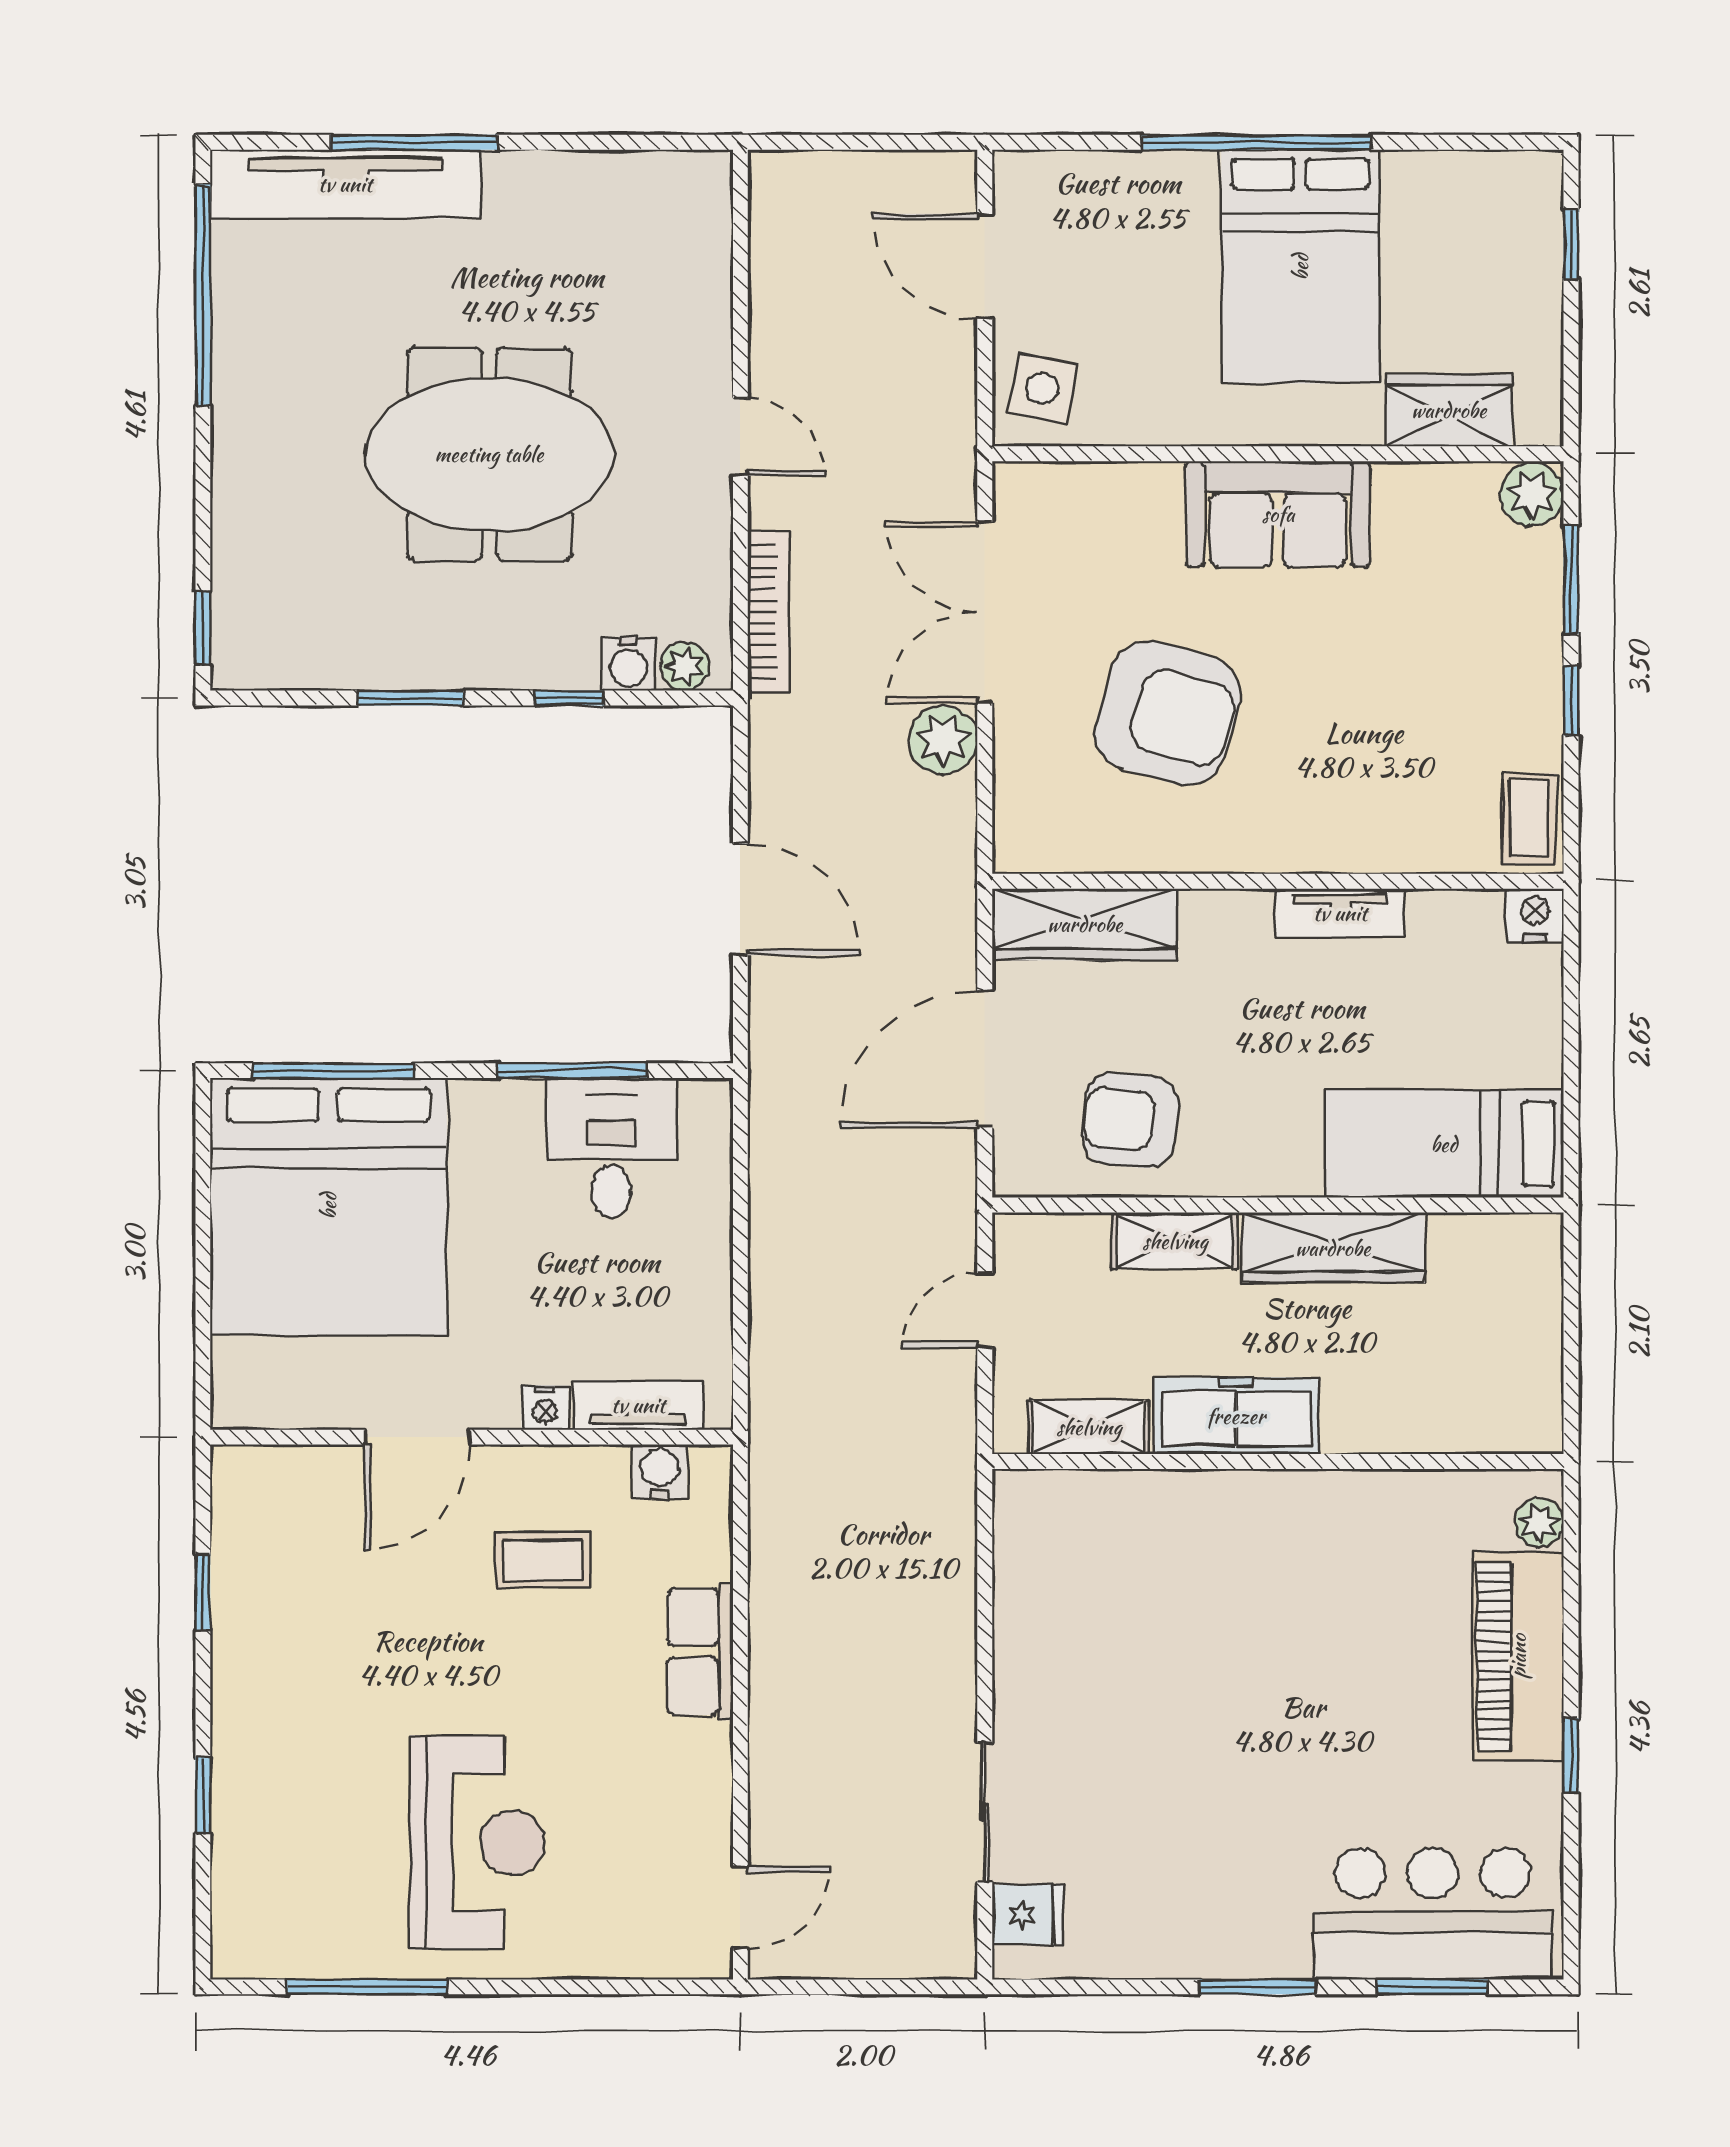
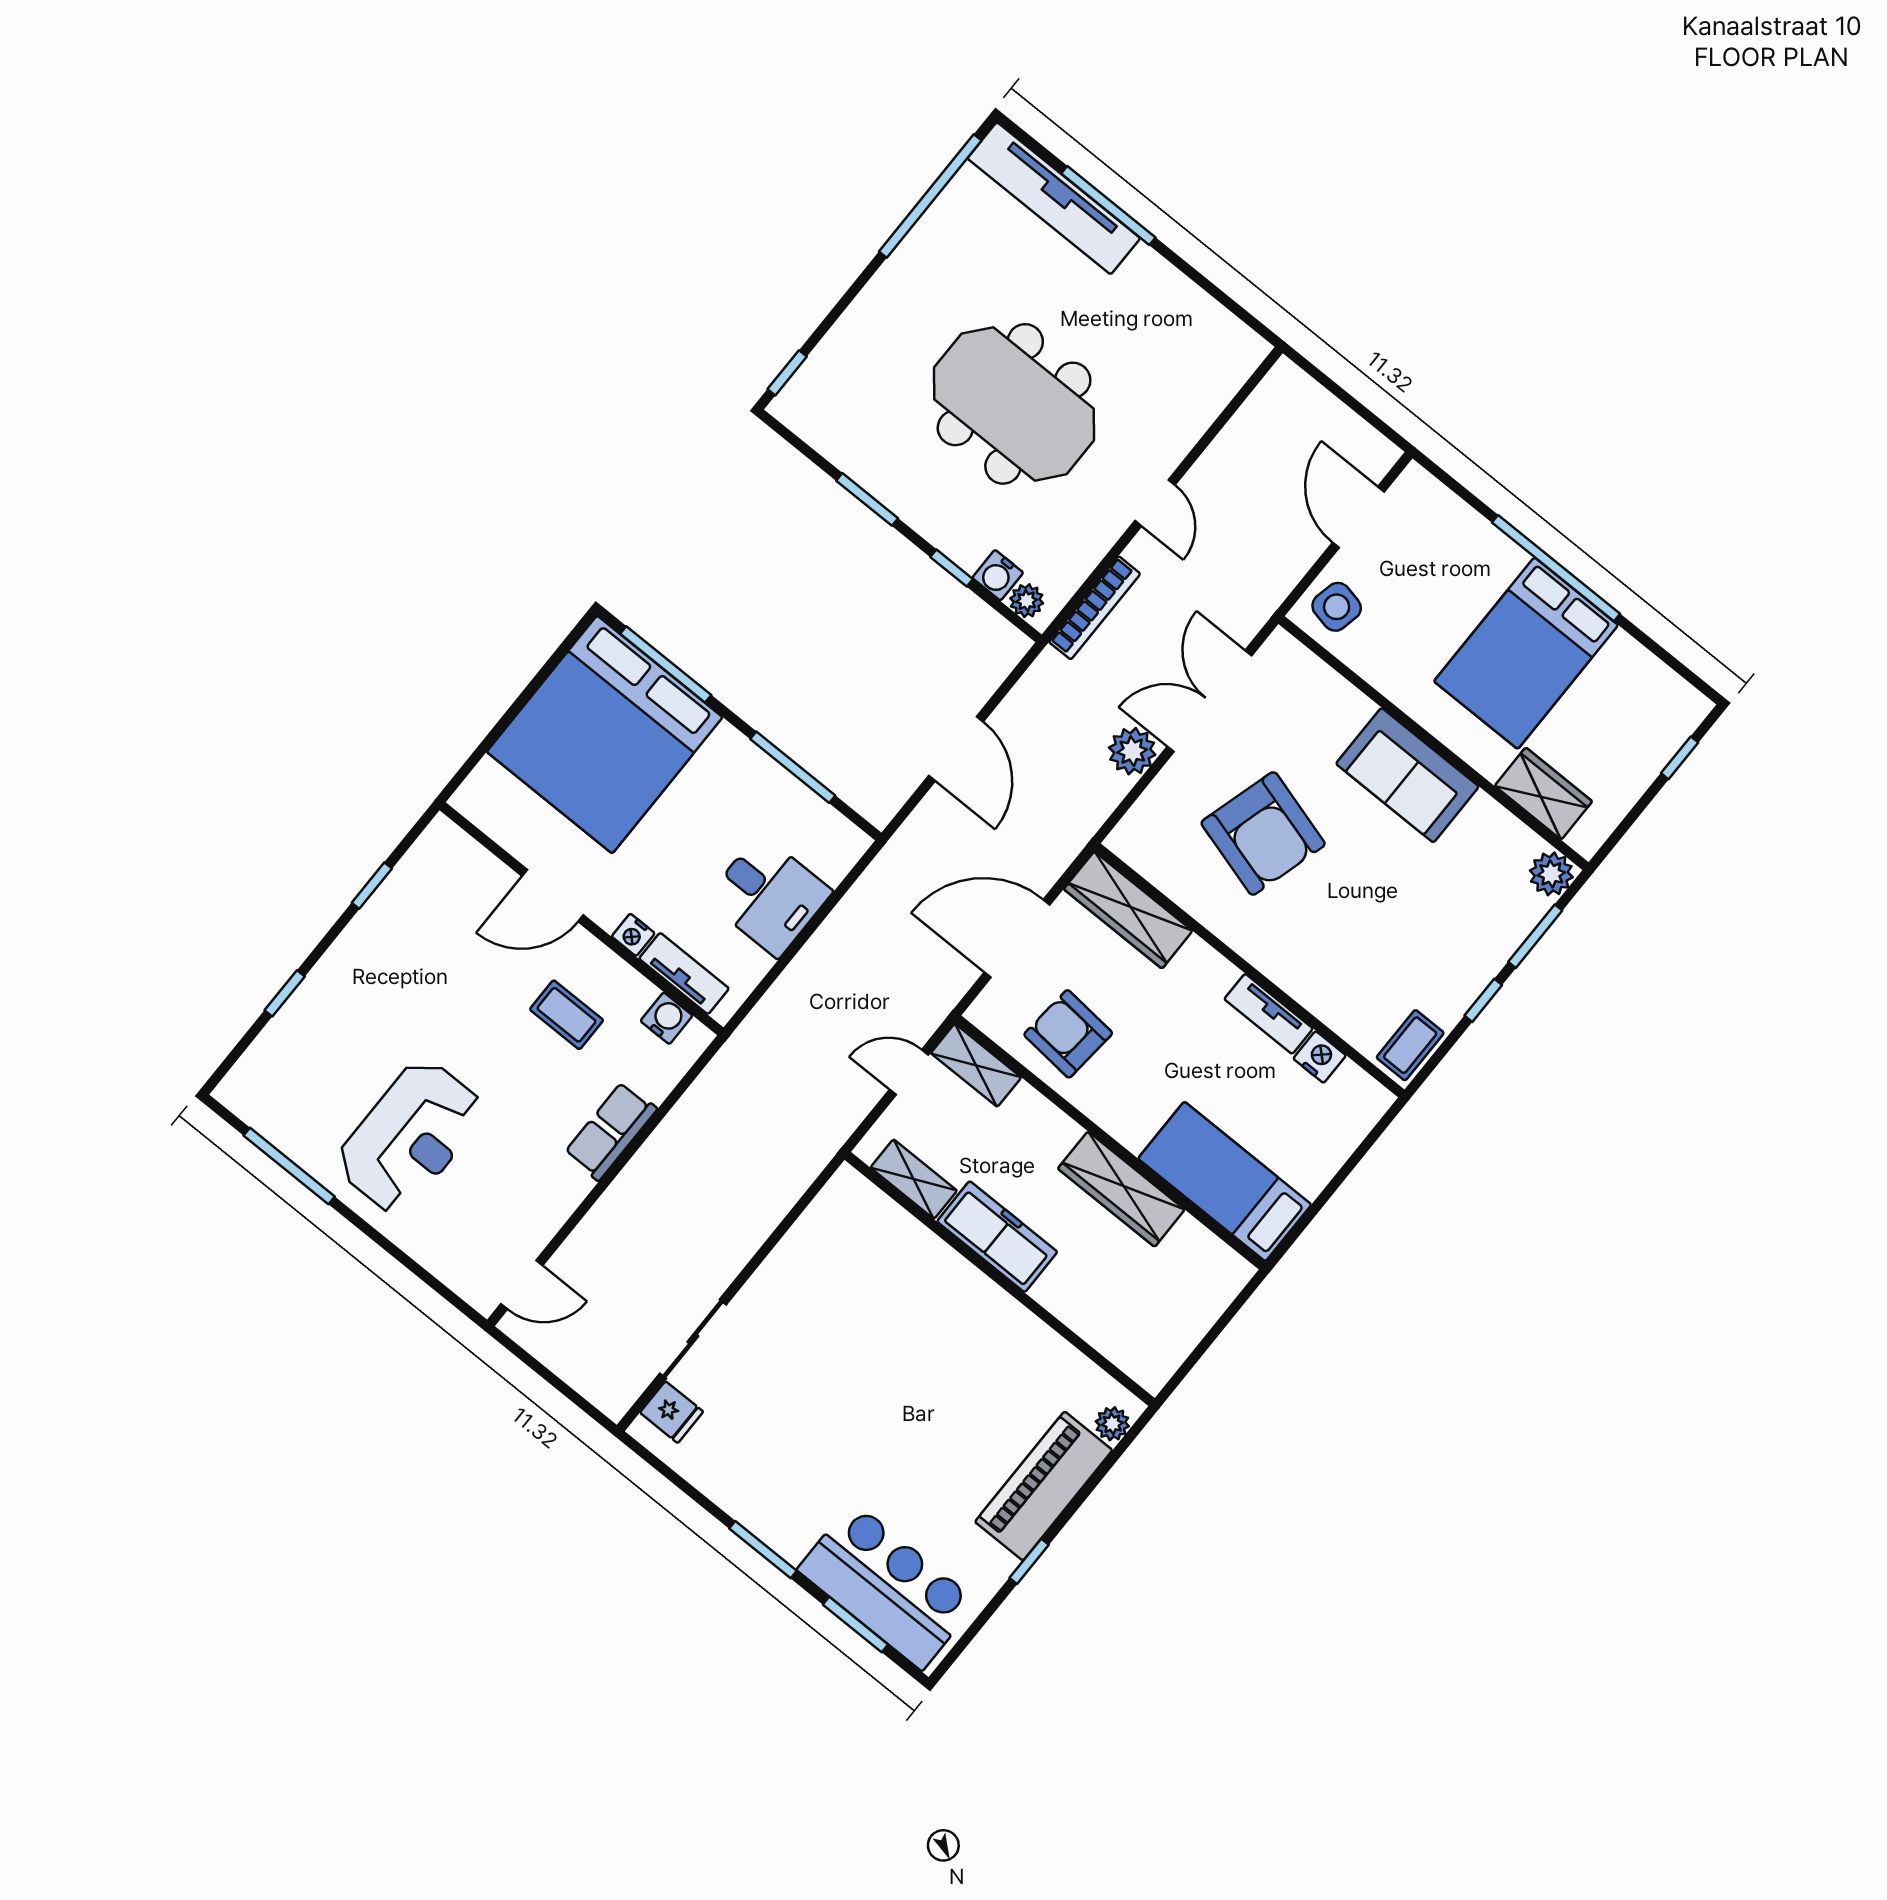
nightstand: (1535, 915) -> (1320, 1057), moved
desk: (611, 1148) -> (769, 895), moved, turned 90
shelving: (1175, 1241) -> (976, 1065), moved

